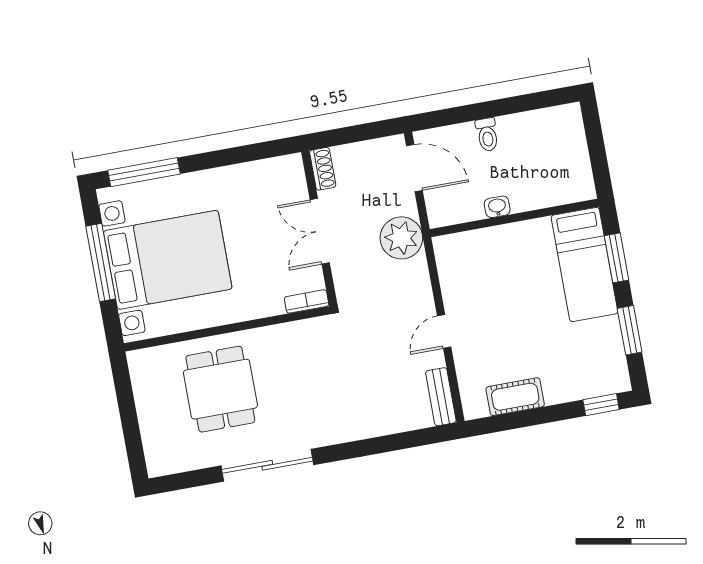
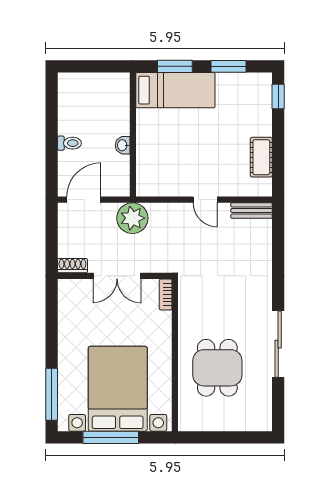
dining table: (220, 389) -> (217, 368), turned 90

